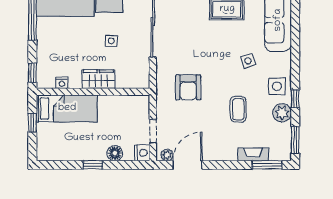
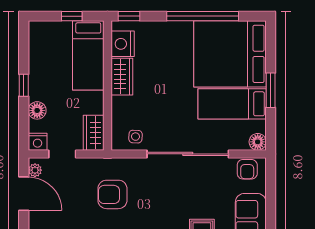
side table: (111, 41) -> (135, 137), moved
wardrobe: (98, 79) -> (122, 77), moved
nightstand: (62, 83) -> (123, 44), width x1.89, depth x1.79
wardrobe: (134, 104) -> (94, 133), added

